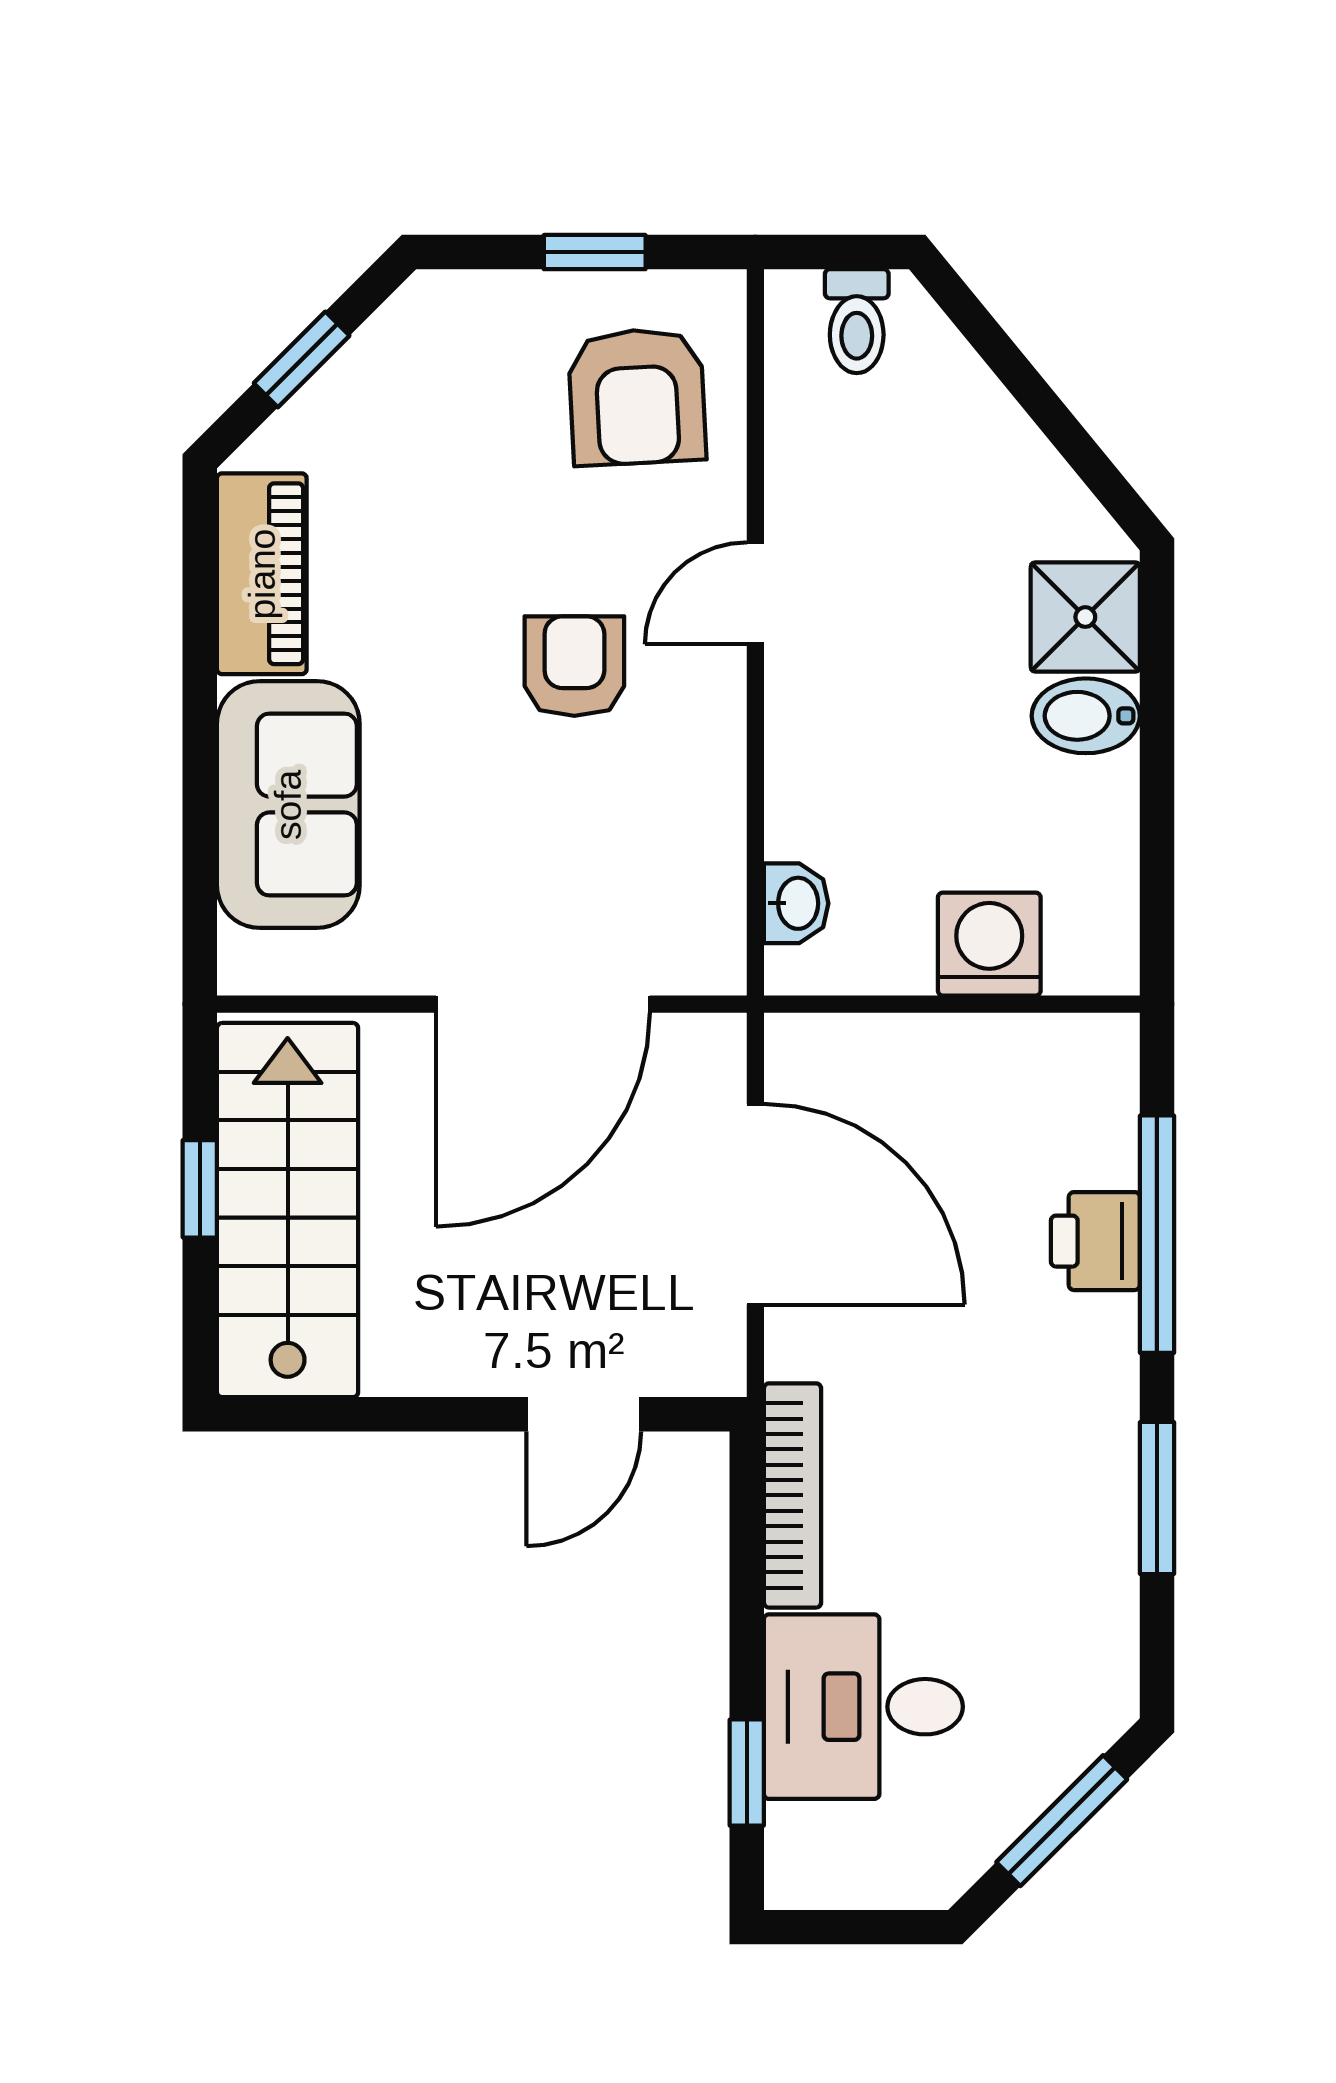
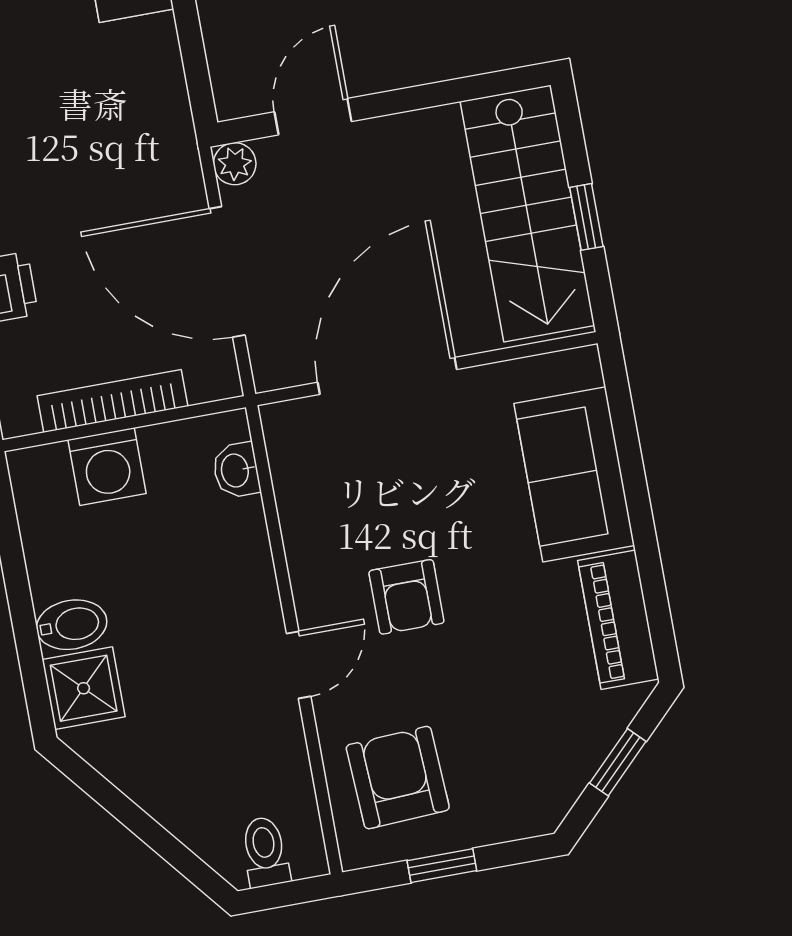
plant: (714, 1365) -> (235, 164), added
bookcase: (793, 1495) -> (112, 401), moved, turned 90

